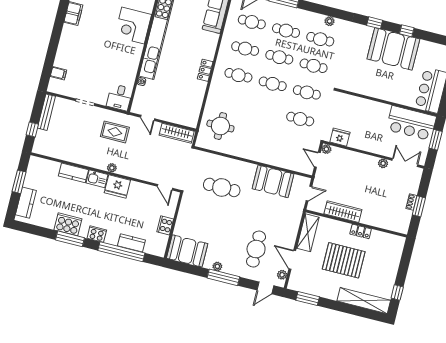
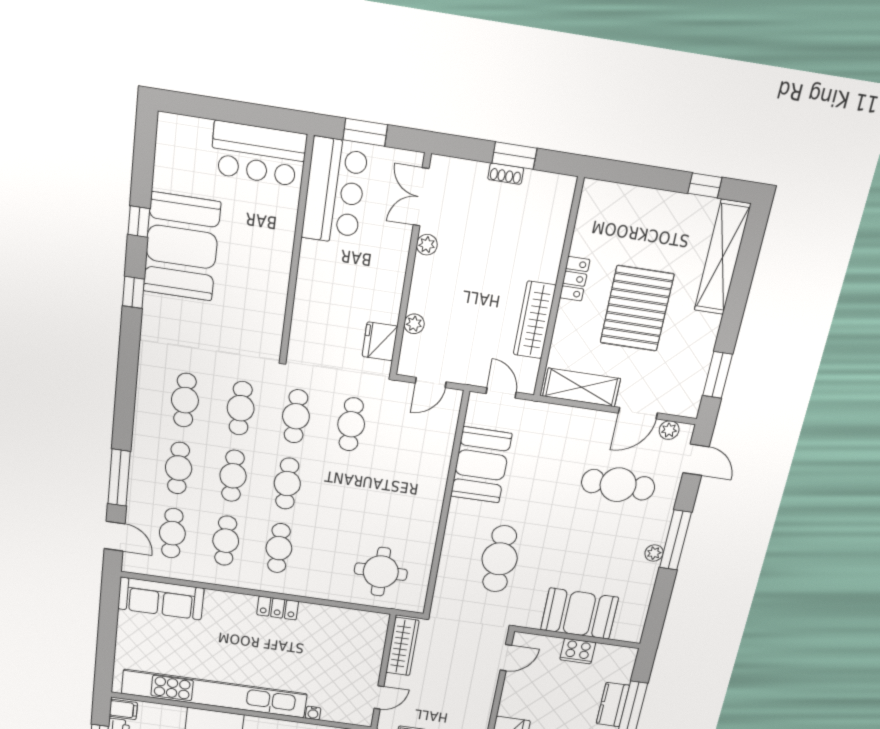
plant: (330, 21) -> (146, 385), removed
plant: (326, 149) -> (414, 324), moved
booth: (187, 251) -> (579, 614), moved, turned 90

